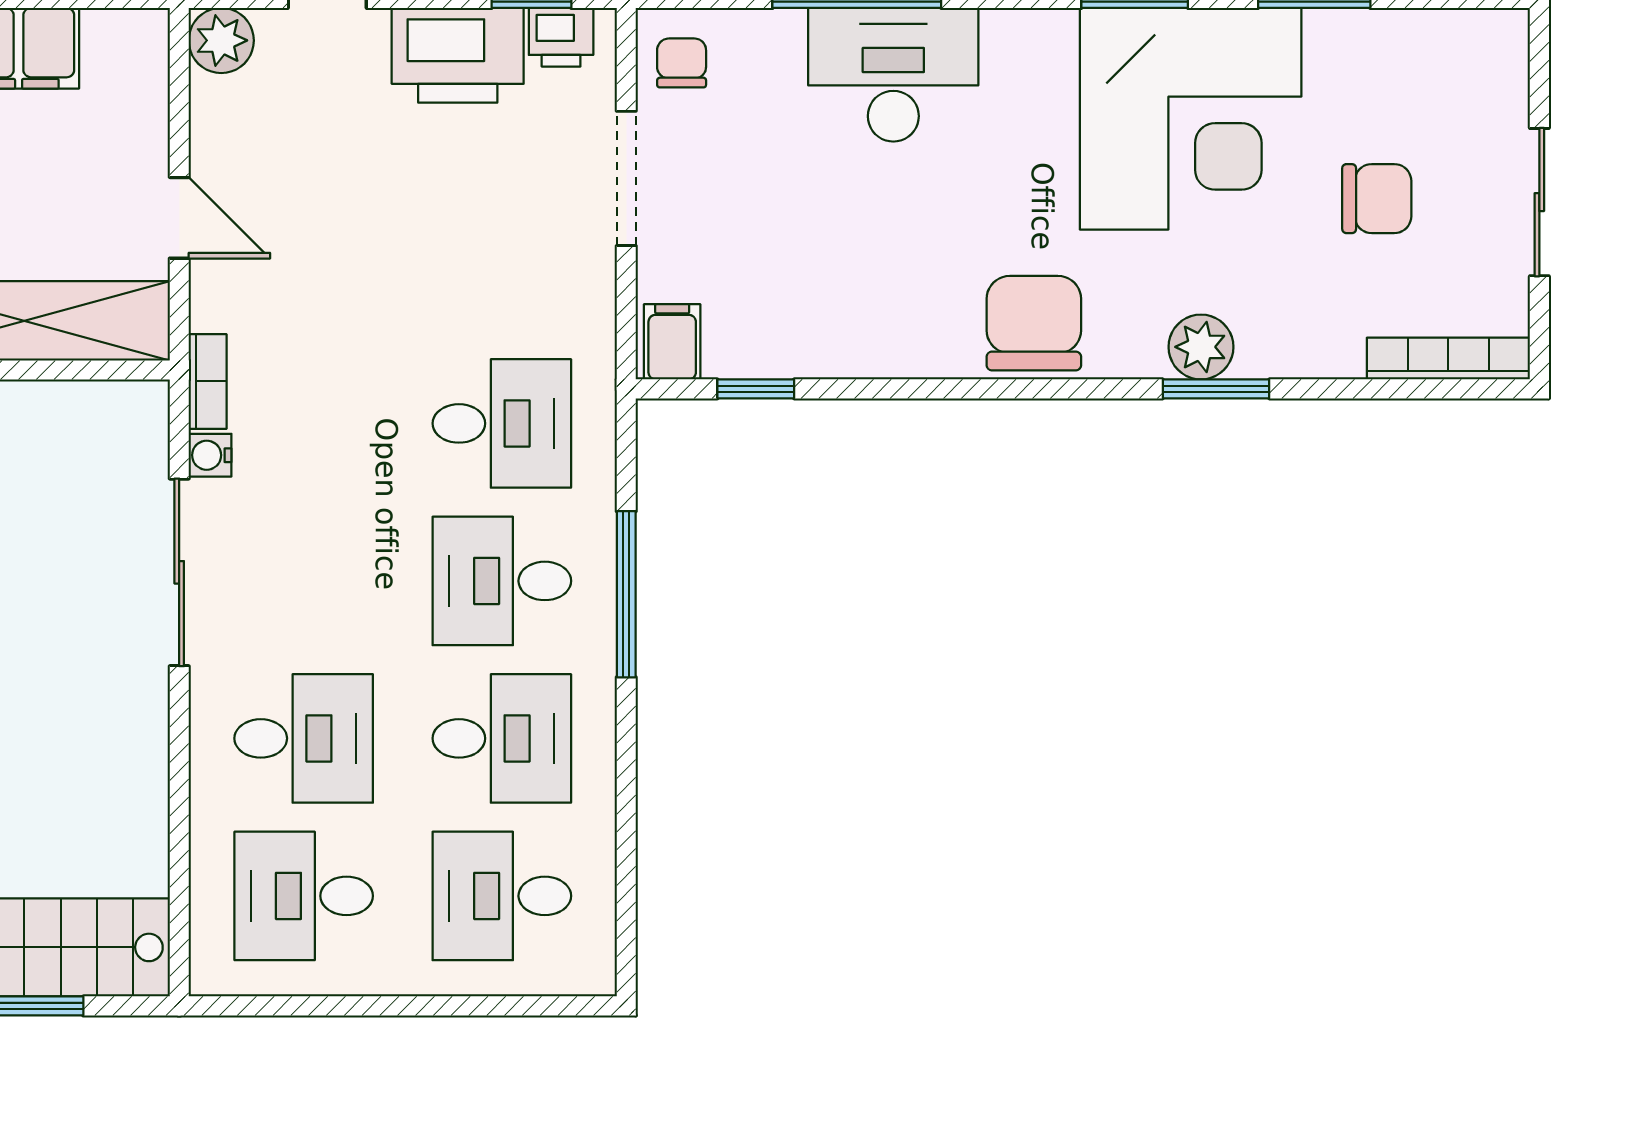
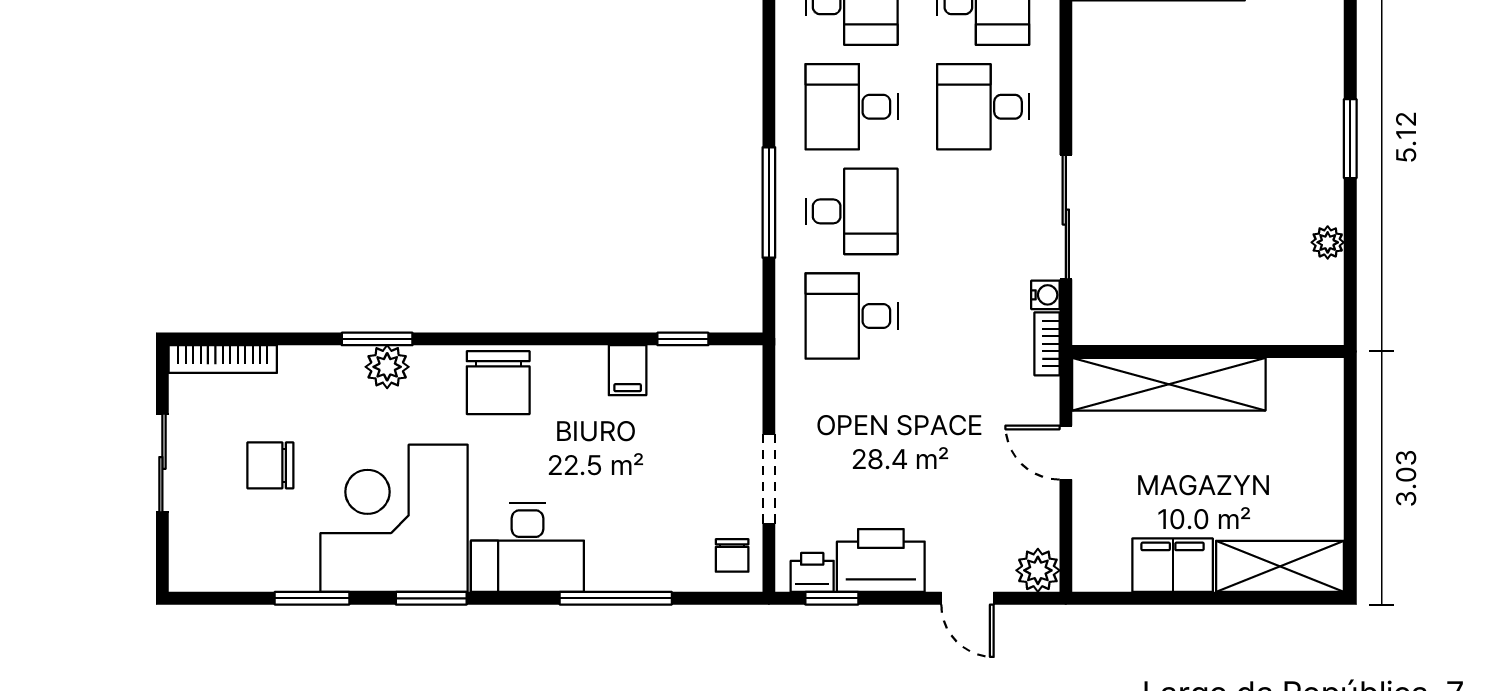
desk: (893, 75) -> (527, 548), moved
filing cabinet: (672, 342) -> (628, 370), moved

